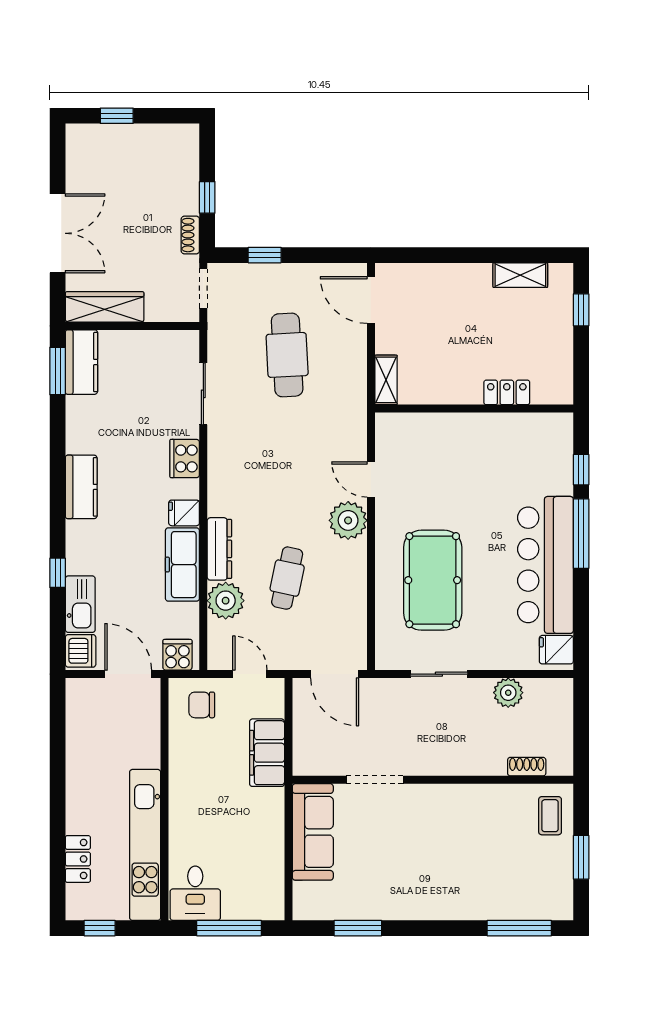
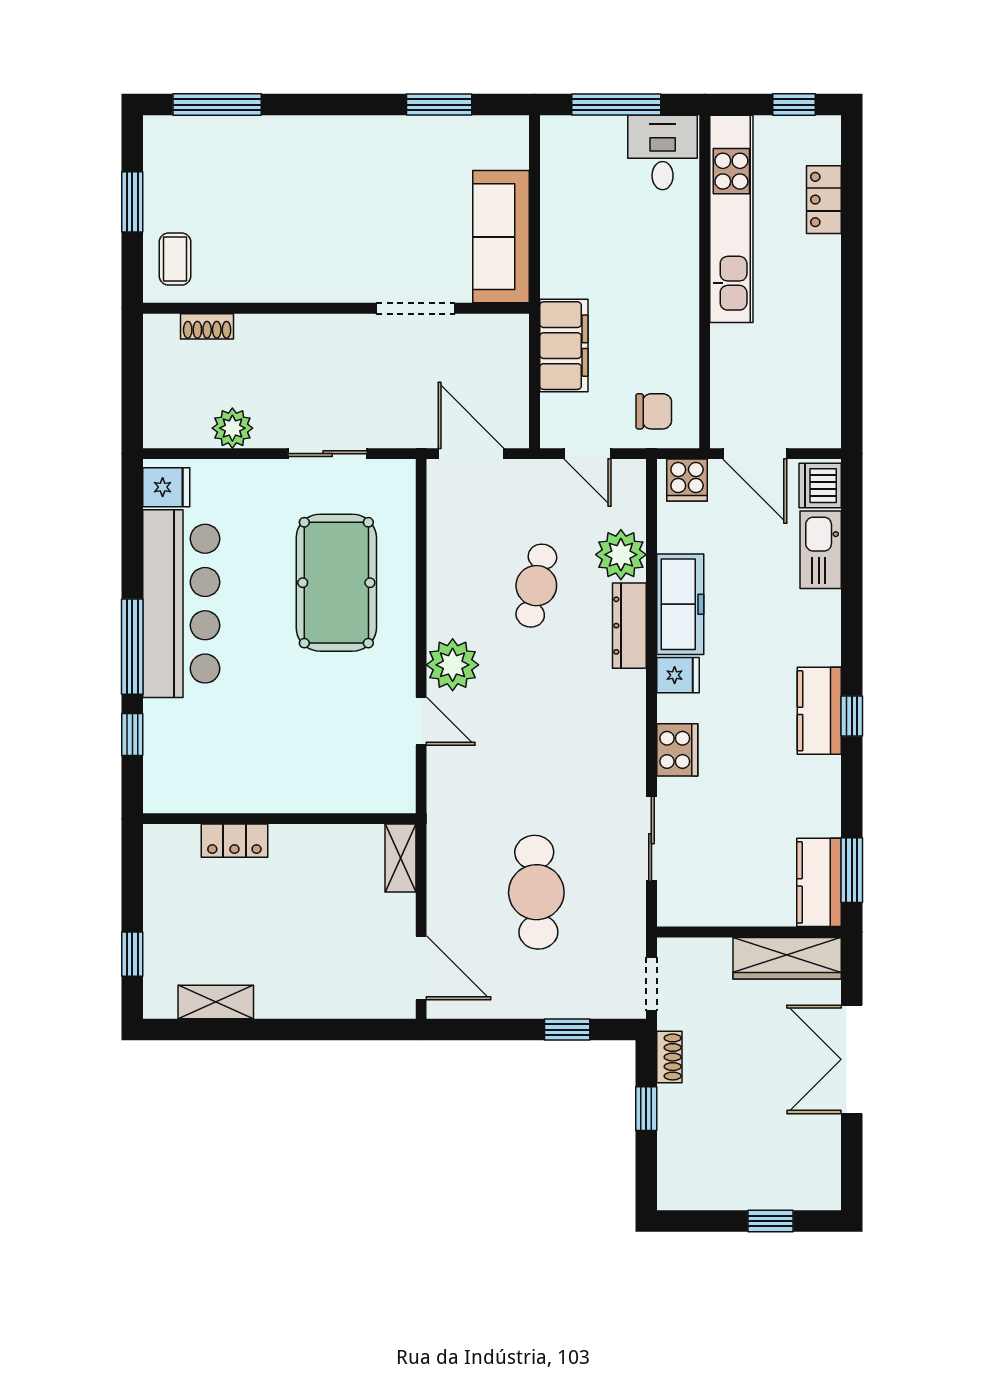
window: (58, 573) -> (852, 716), moved

